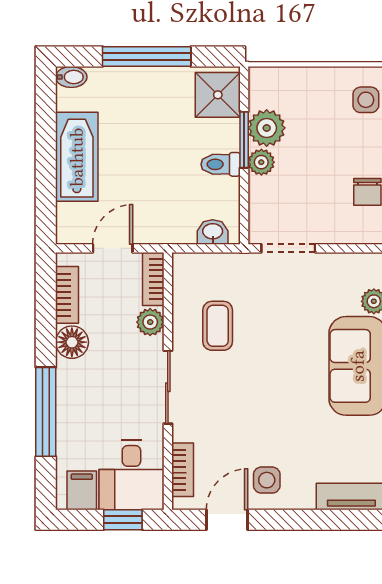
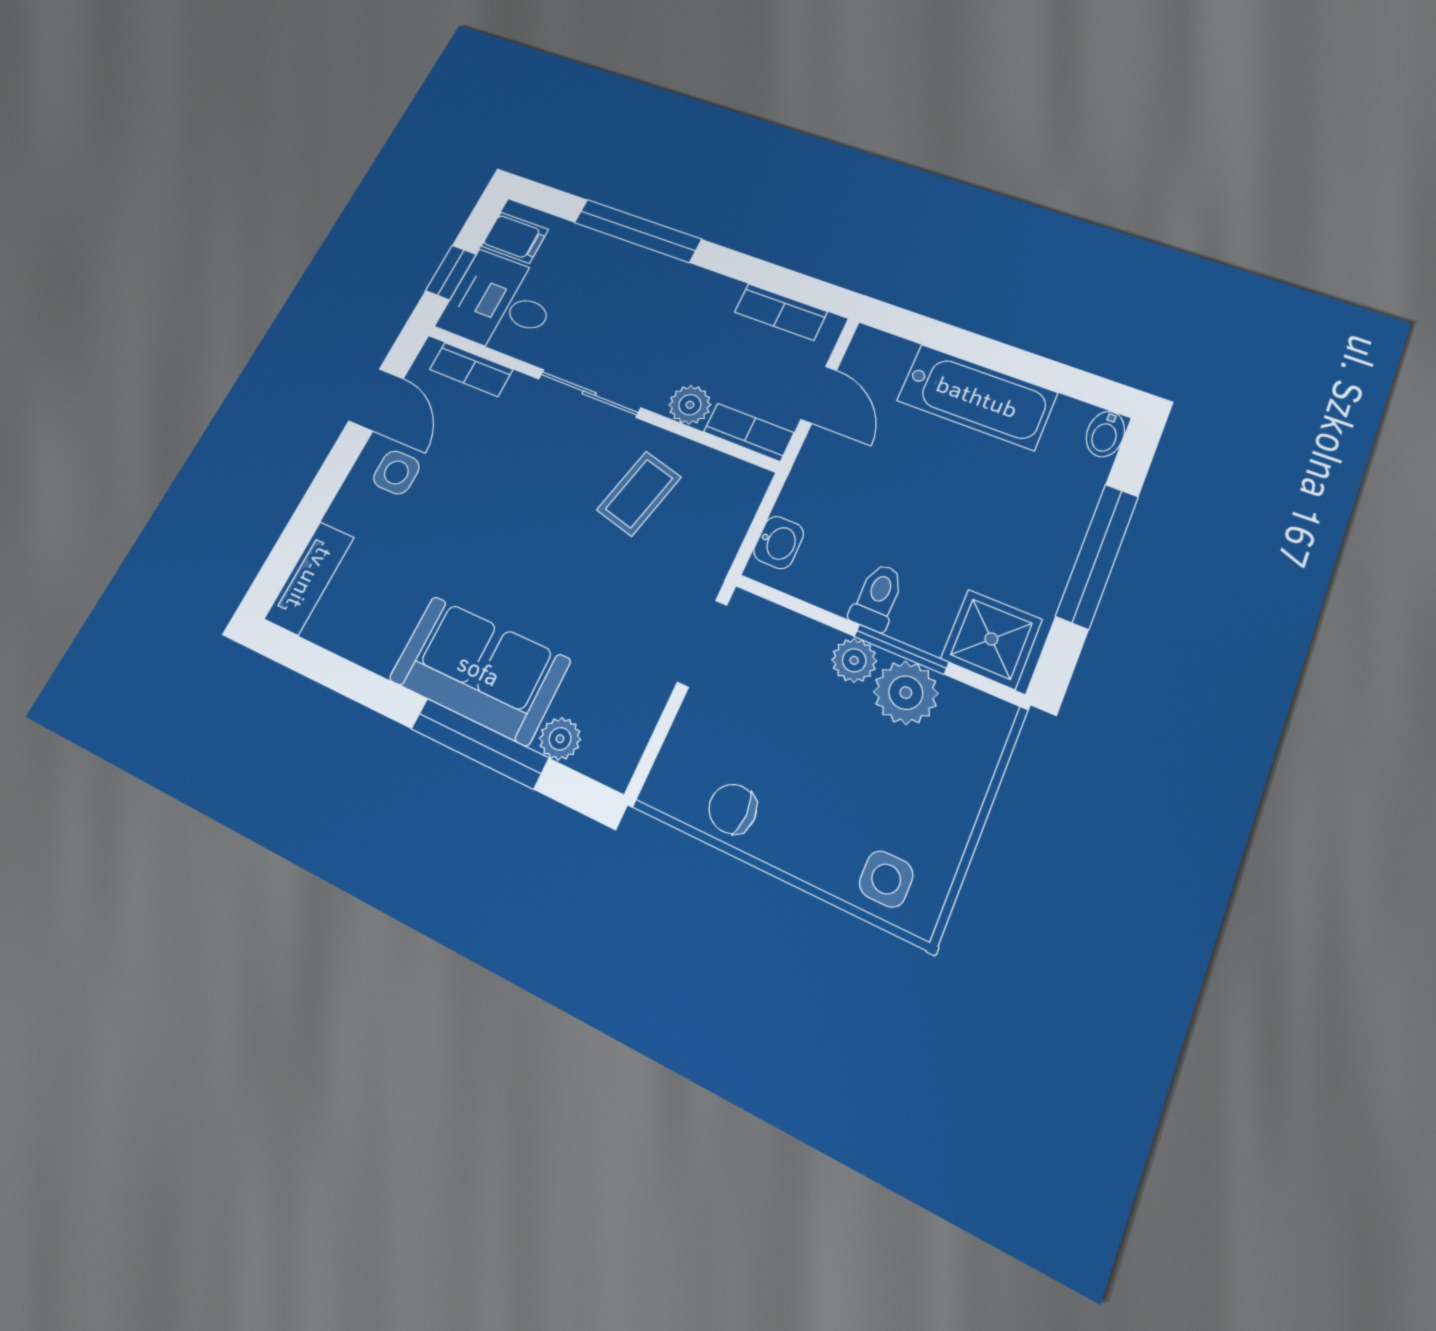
coffee table: (218, 326) -> (639, 494), turned -76
floor lamp: (72, 342) -> (713, 295), removed

